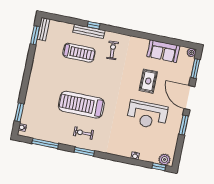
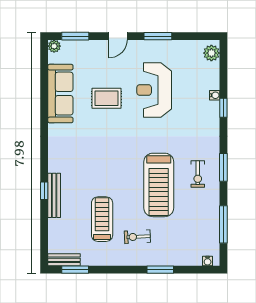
exercise bike: (112, 50) -> (137, 237), moved
sofa: (163, 51) -> (60, 94), width x1.36
treadmill: (79, 53) -> (102, 219), moved
door: (189, 98) -> (118, 36), width x0.53
window: (19, 112) -> (160, 270), moved
reception desk: (147, 115) -> (154, 90), turned 180
window: (159, 167) -> (223, 108), moved

